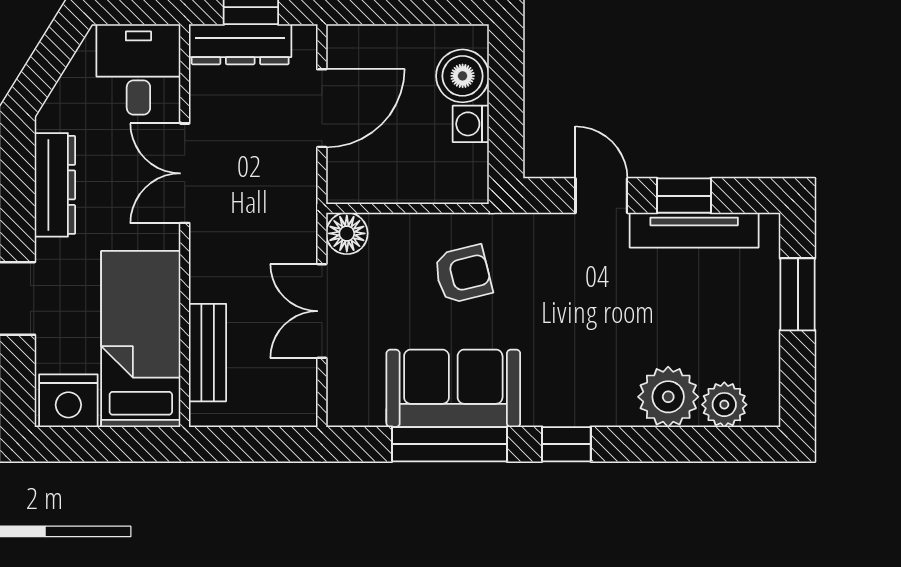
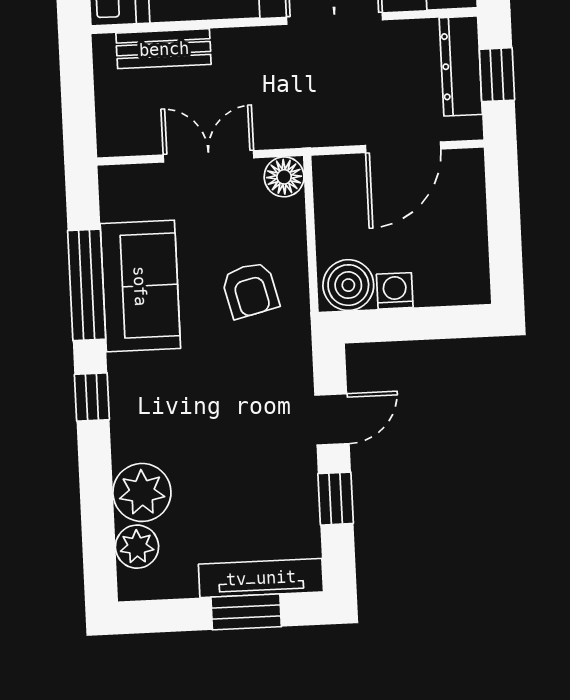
boiler: (463, 76) -> (348, 285), moved
door: (322, 108) -> (403, 147), hinge flipped
tv unit: (694, 230) -> (261, 578), moved, turned 90

